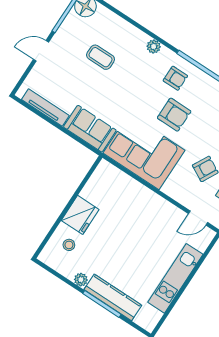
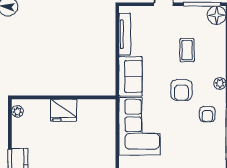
armchair: (174, 115) -> (181, 90), moved
stool: (69, 245) -> (37, 116), removed
plant: (81, 280) -> (17, 111), moved

